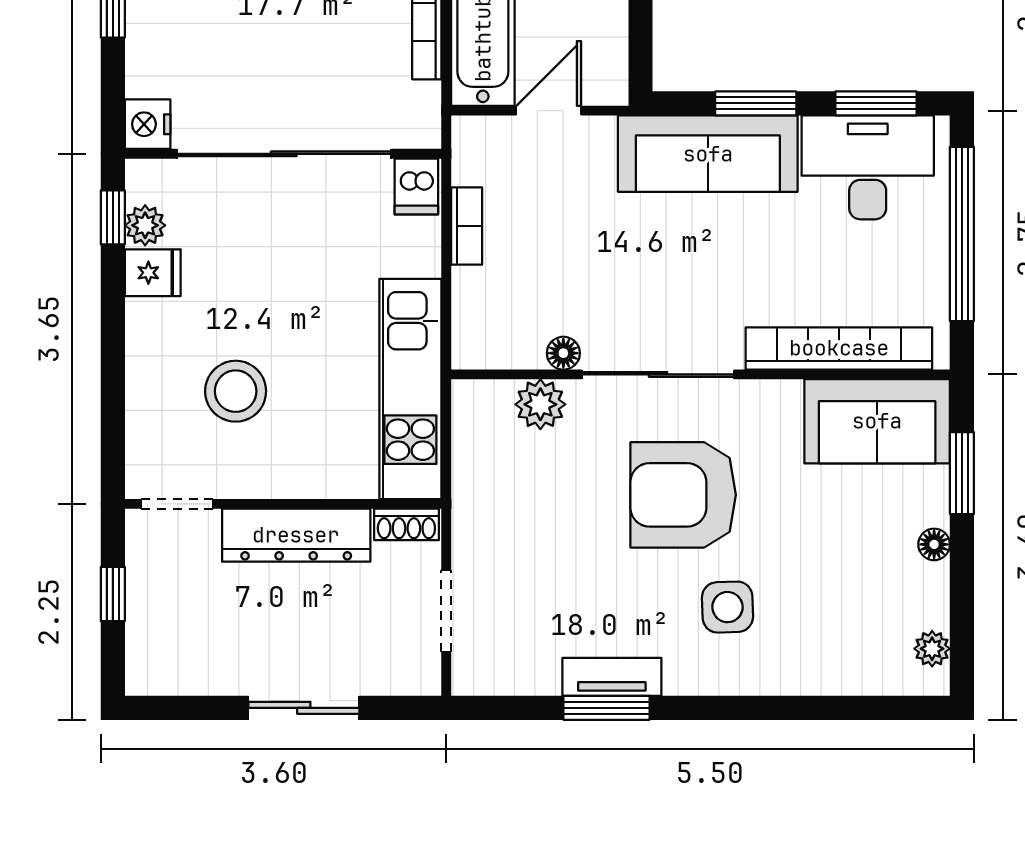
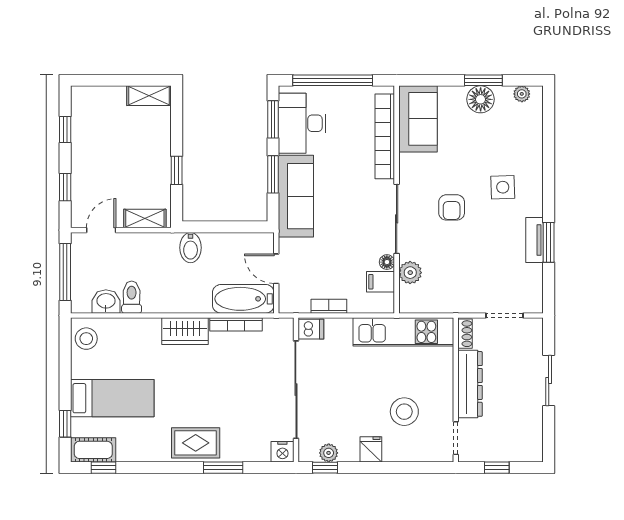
fridge: (153, 273) -> (371, 449), moved
filing cabinet: (520, 339) -> (381, 282), added
window: (962, 473) -> (483, 80), moved
armchair: (683, 495) -> (452, 207), width x0.53, depth x0.53
floor lamp: (934, 544) -> (481, 99), width x1.89, depth x1.89

